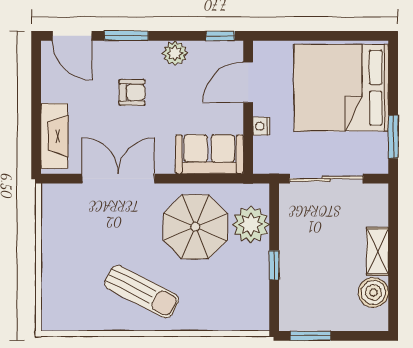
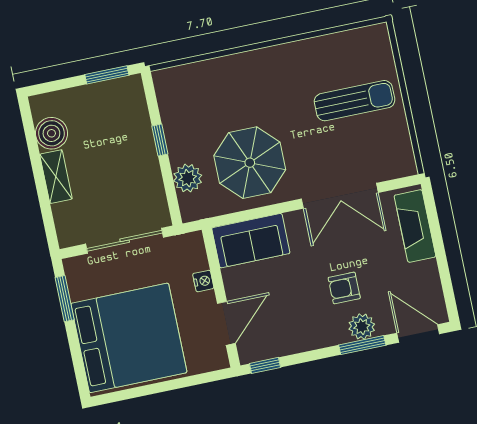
plant: (175, 53) -> (362, 327), moved
plant: (251, 225) -> (188, 178), width x0.73, depth x0.73
sun lounger: (142, 292) -> (355, 101), moved, turned 153

